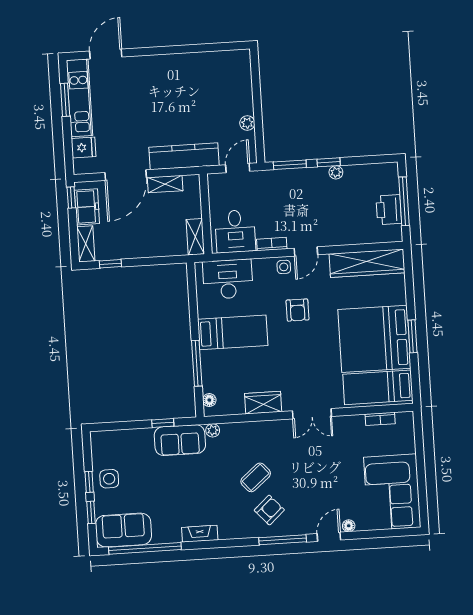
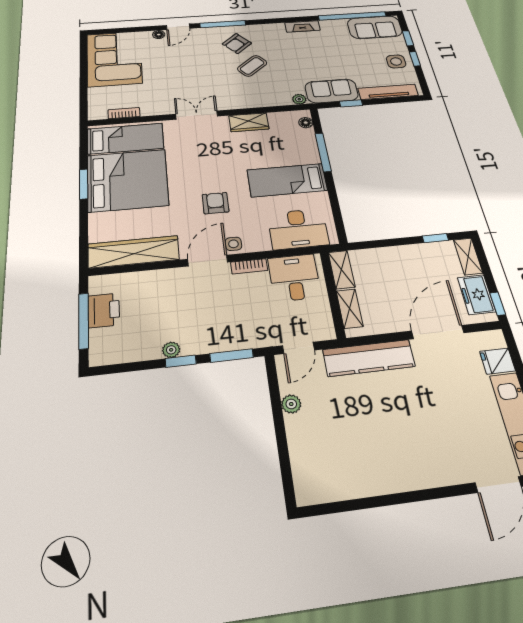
shelving: (165, 184) -> (350, 309), moved, turned 90
door: (306, 251) -> (208, 261), width x1.38
tv unit: (124, 437) -> (388, 92), added

